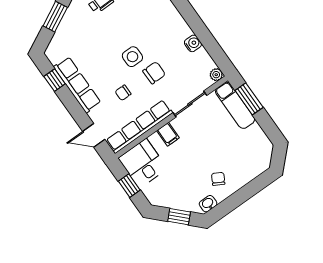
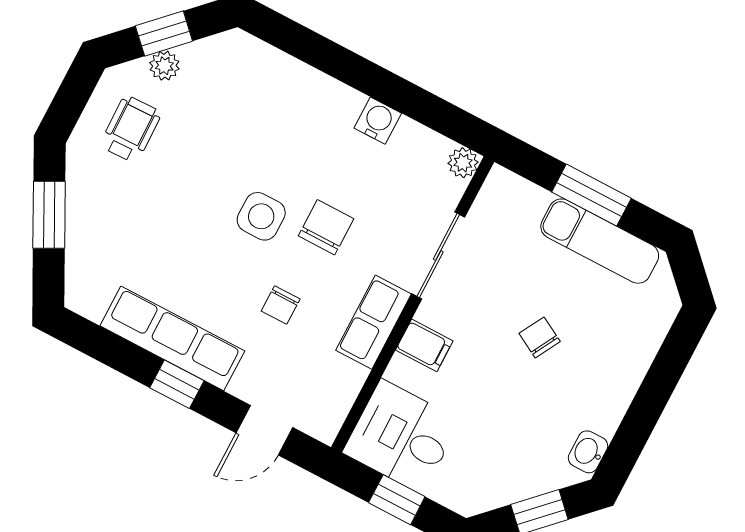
window: (55, 80) -> (177, 384), moved
window: (249, 99) -> (592, 195), moved
exam couch: (235, 105) -> (600, 241), moved
row of seats: (139, 127) -> (374, 322), width x0.50
chair: (218, 179) -> (540, 337), moved

